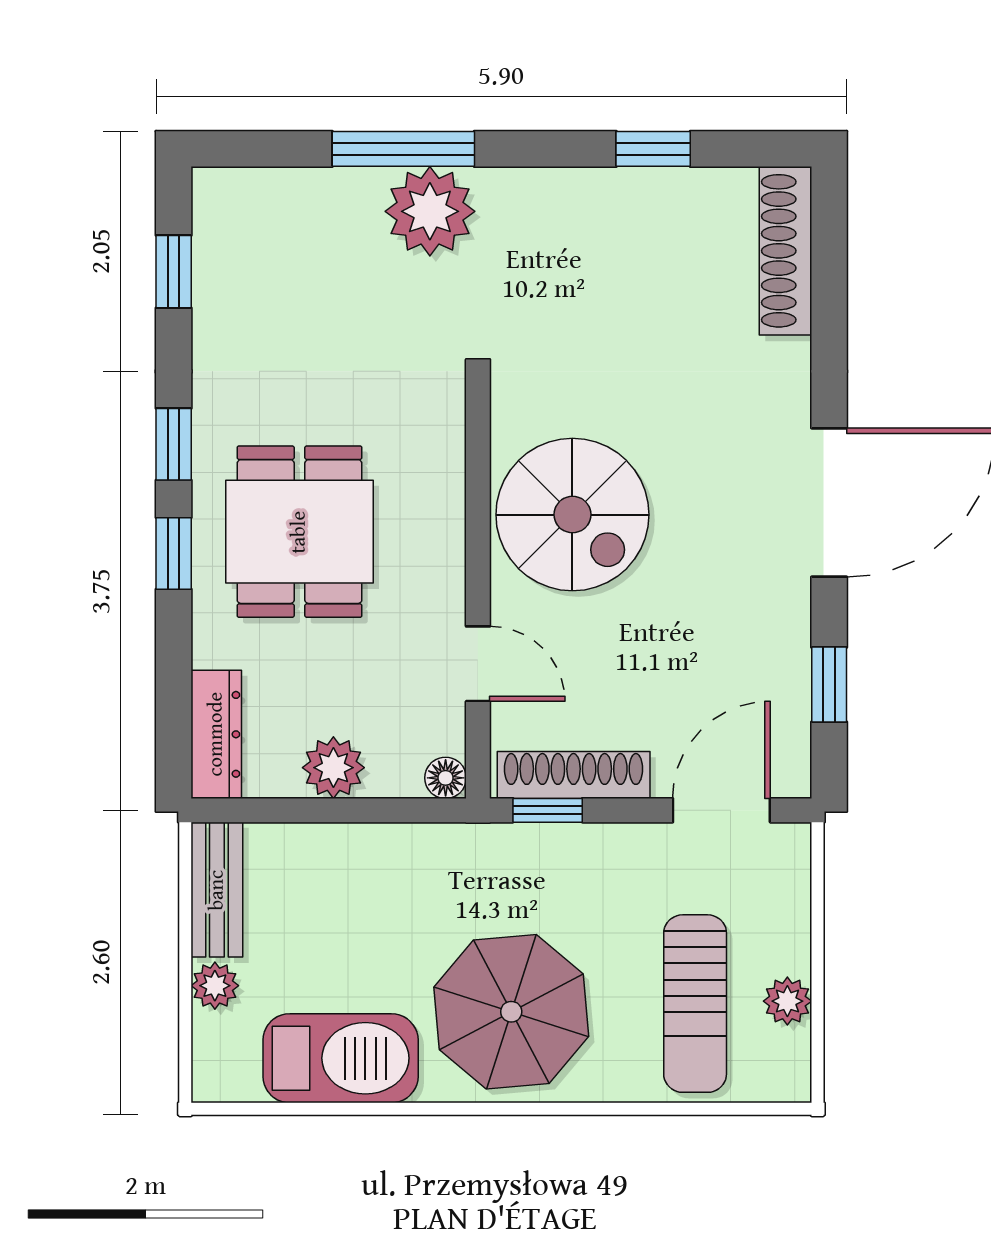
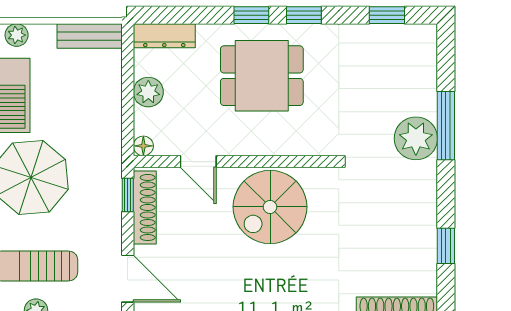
door: (478, 664) -> (198, 162), hinge flipped
plant: (215, 986) -> (17, 35), moved

